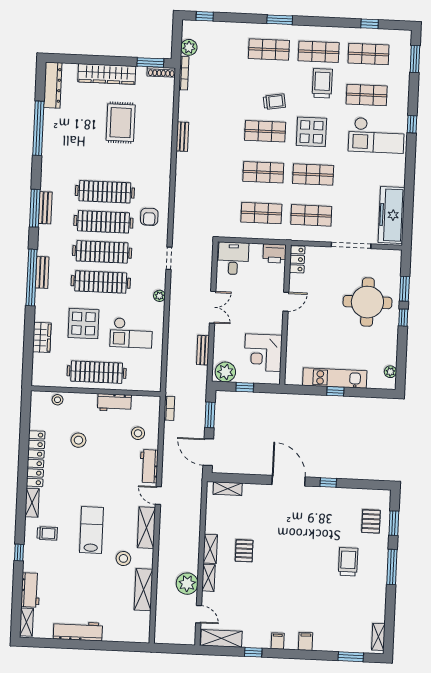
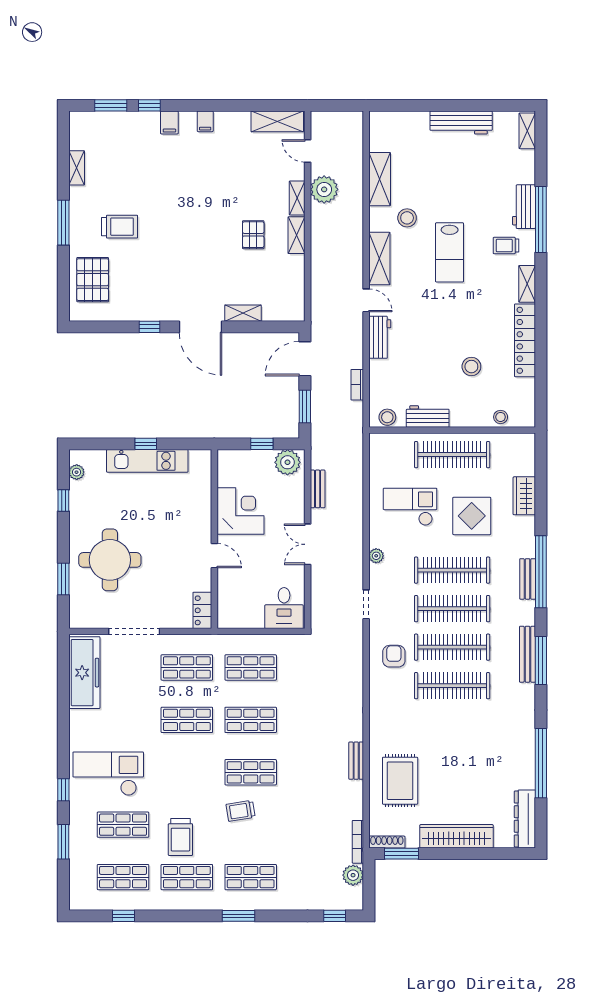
window: (415, 59) -> (63, 842), moved
rug: (121, 123) -> (400, 781), moved
display table: (311, 132) -> (191, 774), removed
bench: (45, 208) -> (527, 654), width x1.36
printer: (275, 253) -> (231, 617), removed
door: (286, 302) -> (214, 556), swing flipped
window: (403, 318) -> (63, 500), moved
corner desk: (263, 353) -> (240, 511), moved
bookcase: (169, 408) -> (357, 385), moved
stool: (138, 433) -> (387, 417), moved
door: (208, 452) -> (305, 359), swing flipped
shelving: (228, 489) -> (243, 313), moved
pallet: (371, 521) -> (93, 280), width x1.50, depth x1.42
window: (394, 523) -> (63, 279), removed
window: (19, 552) -> (541, 219), width x3.17
trolley: (348, 562) -> (120, 227), turned -90
workbench: (31, 590) -> (524, 207), moved
shelving: (378, 637) -> (77, 168), moved
window: (253, 652) -> (149, 105), moved

